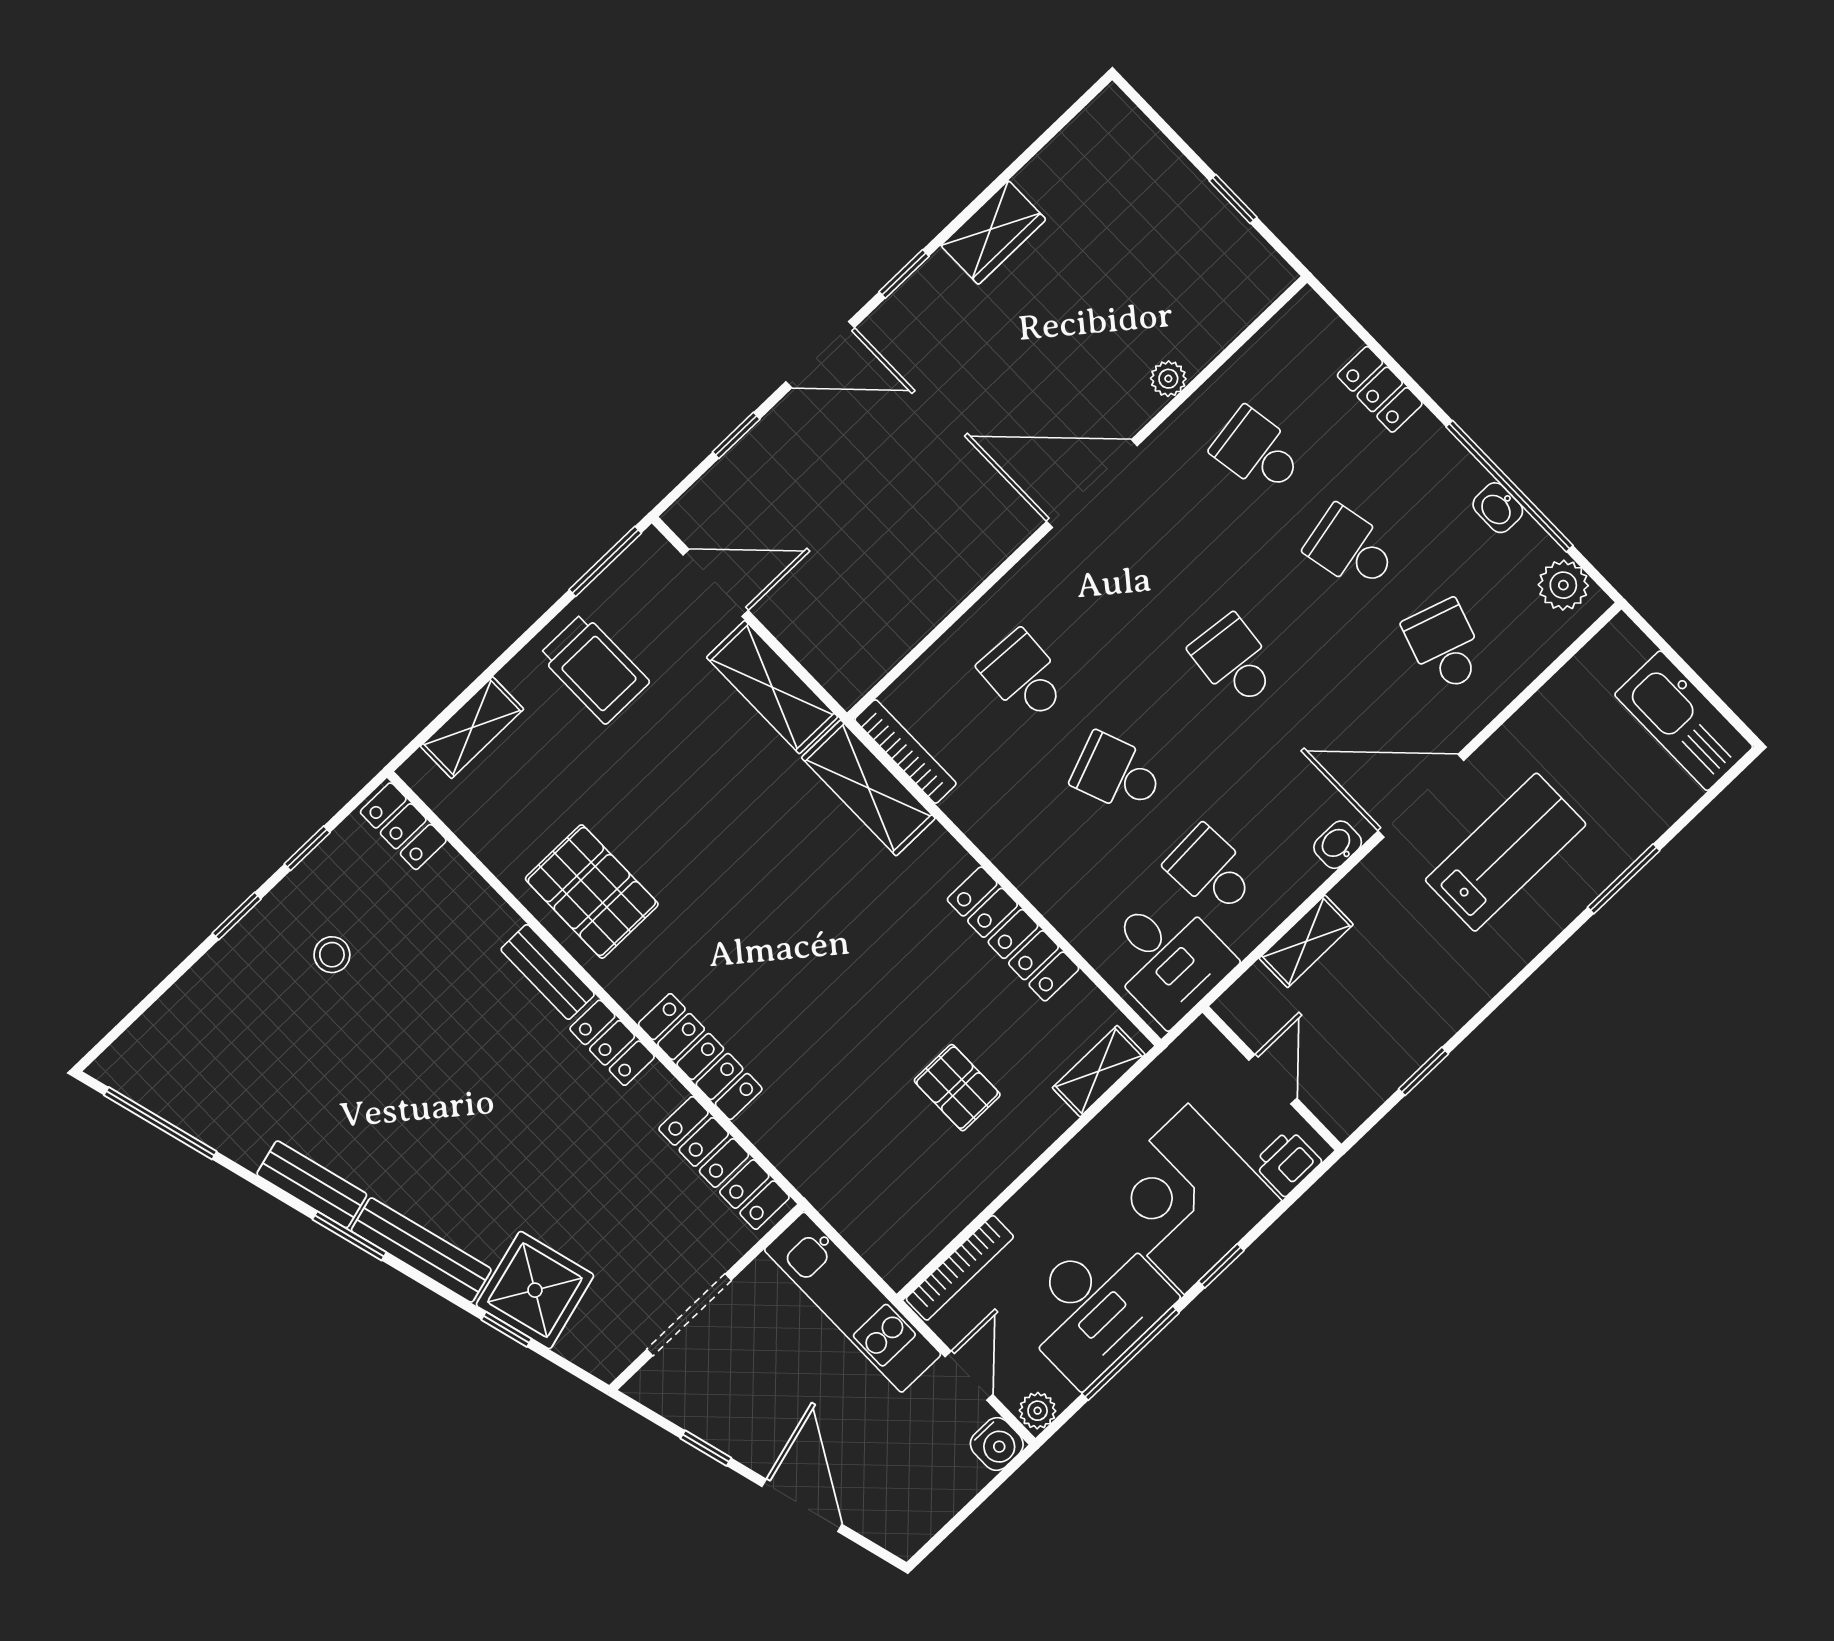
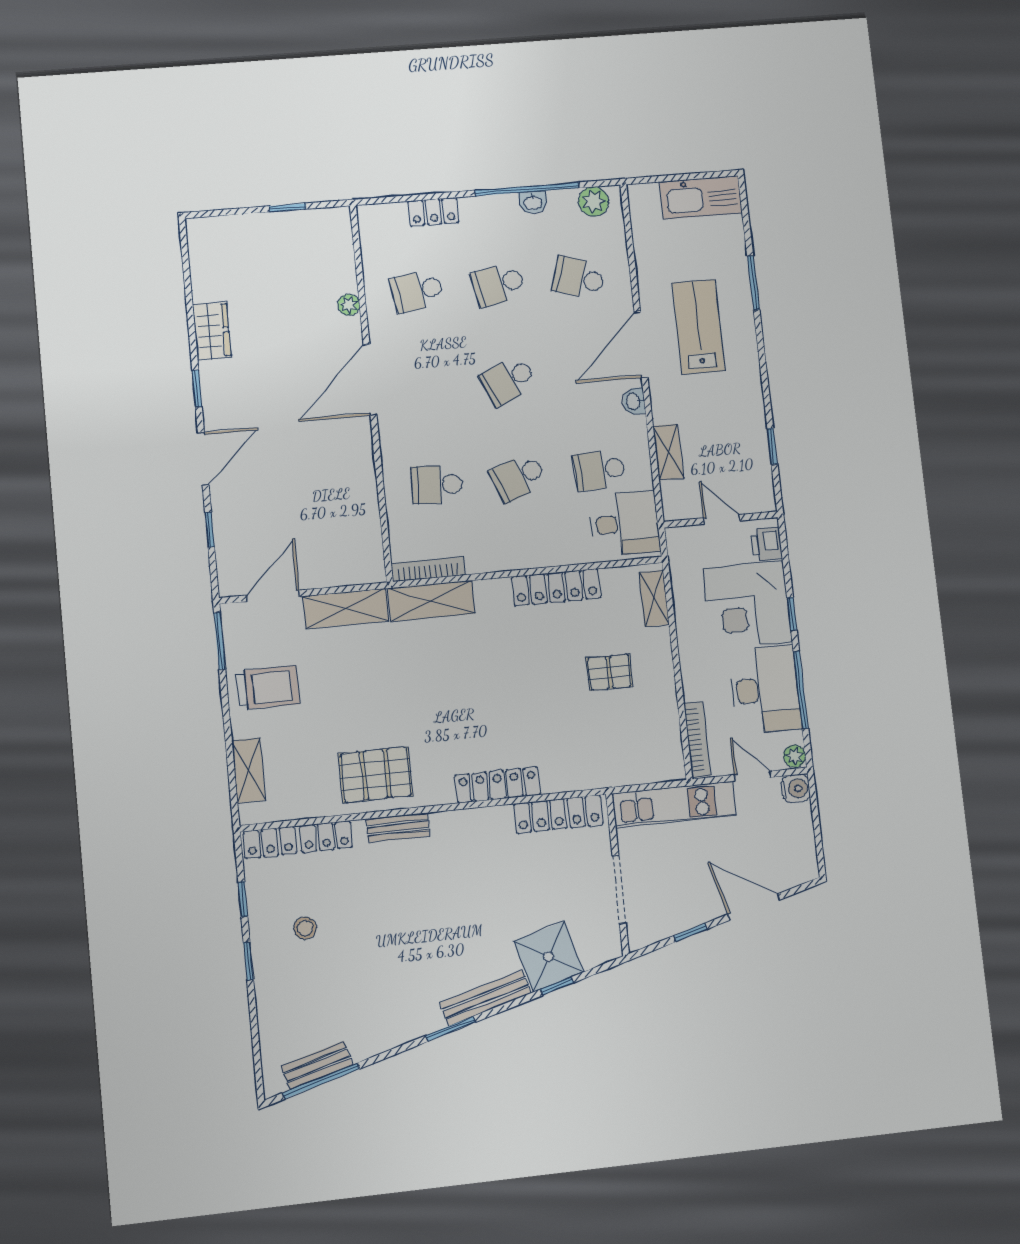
school desk: (1234, 661) -> (508, 380), turned -30
locker: (612, 1043) -> (326, 837), moved
bench: (312, 1184) -> (317, 1065), moved

